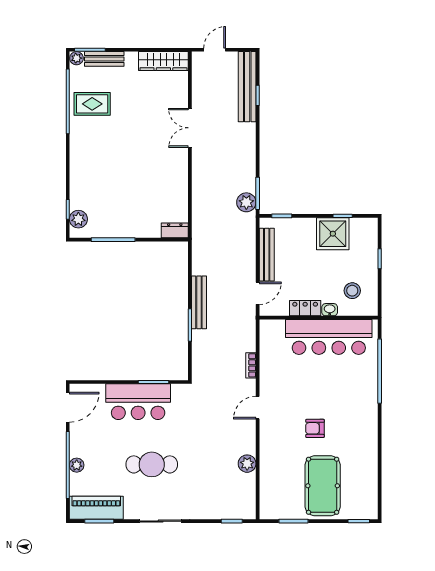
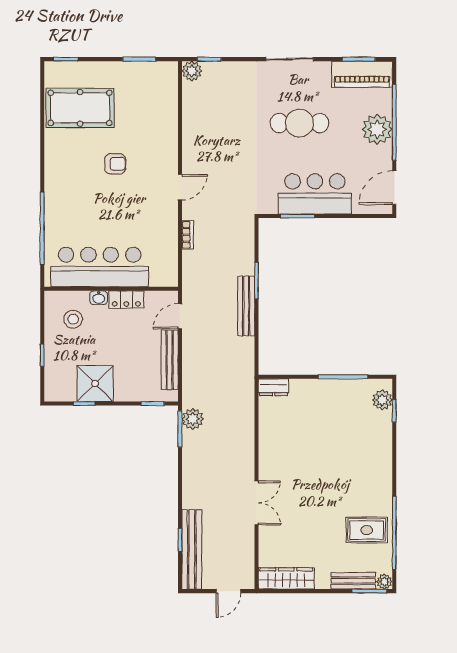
plant: (247, 464) -> (192, 71), moved
plant: (77, 465) -> (377, 129), width x1.88, depth x1.88
pool table: (323, 486) -> (80, 108), moved, turned 90

